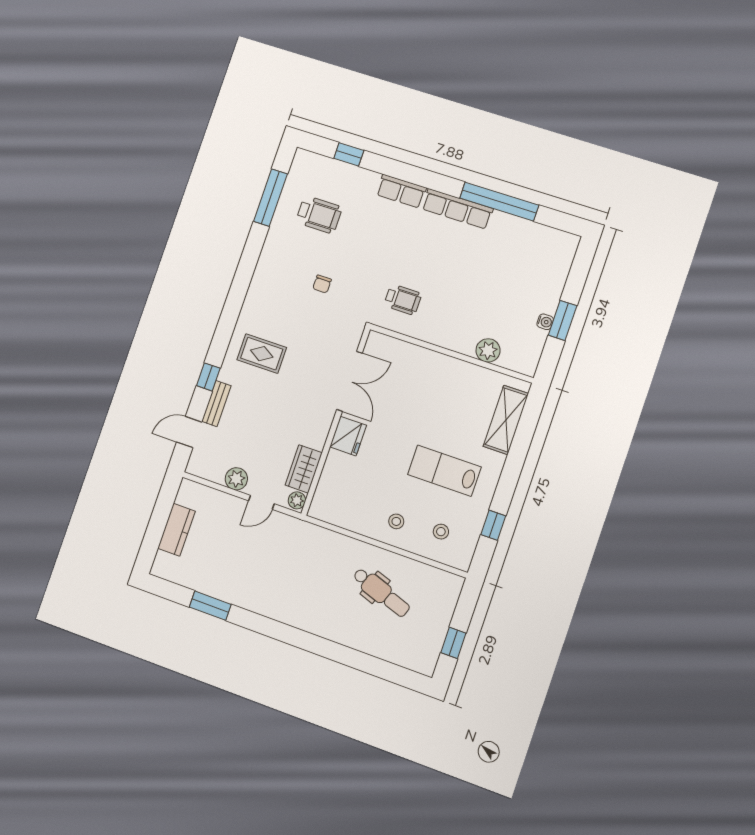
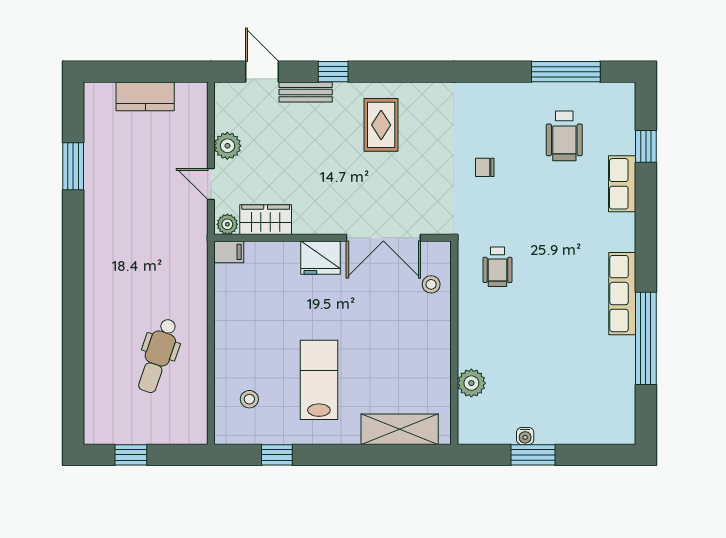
row of seats: (401, 191) -> (622, 184), moved
filing cabinet: (319, 507) -> (229, 252), added
stool: (396, 521) -> (431, 284), moved

